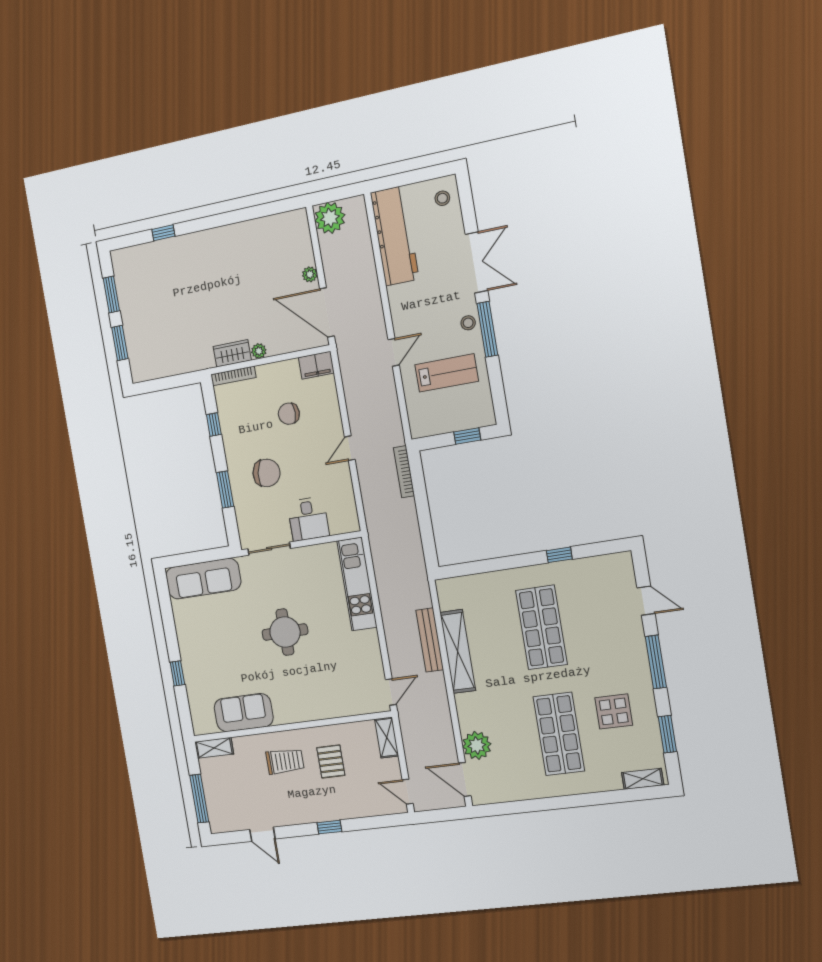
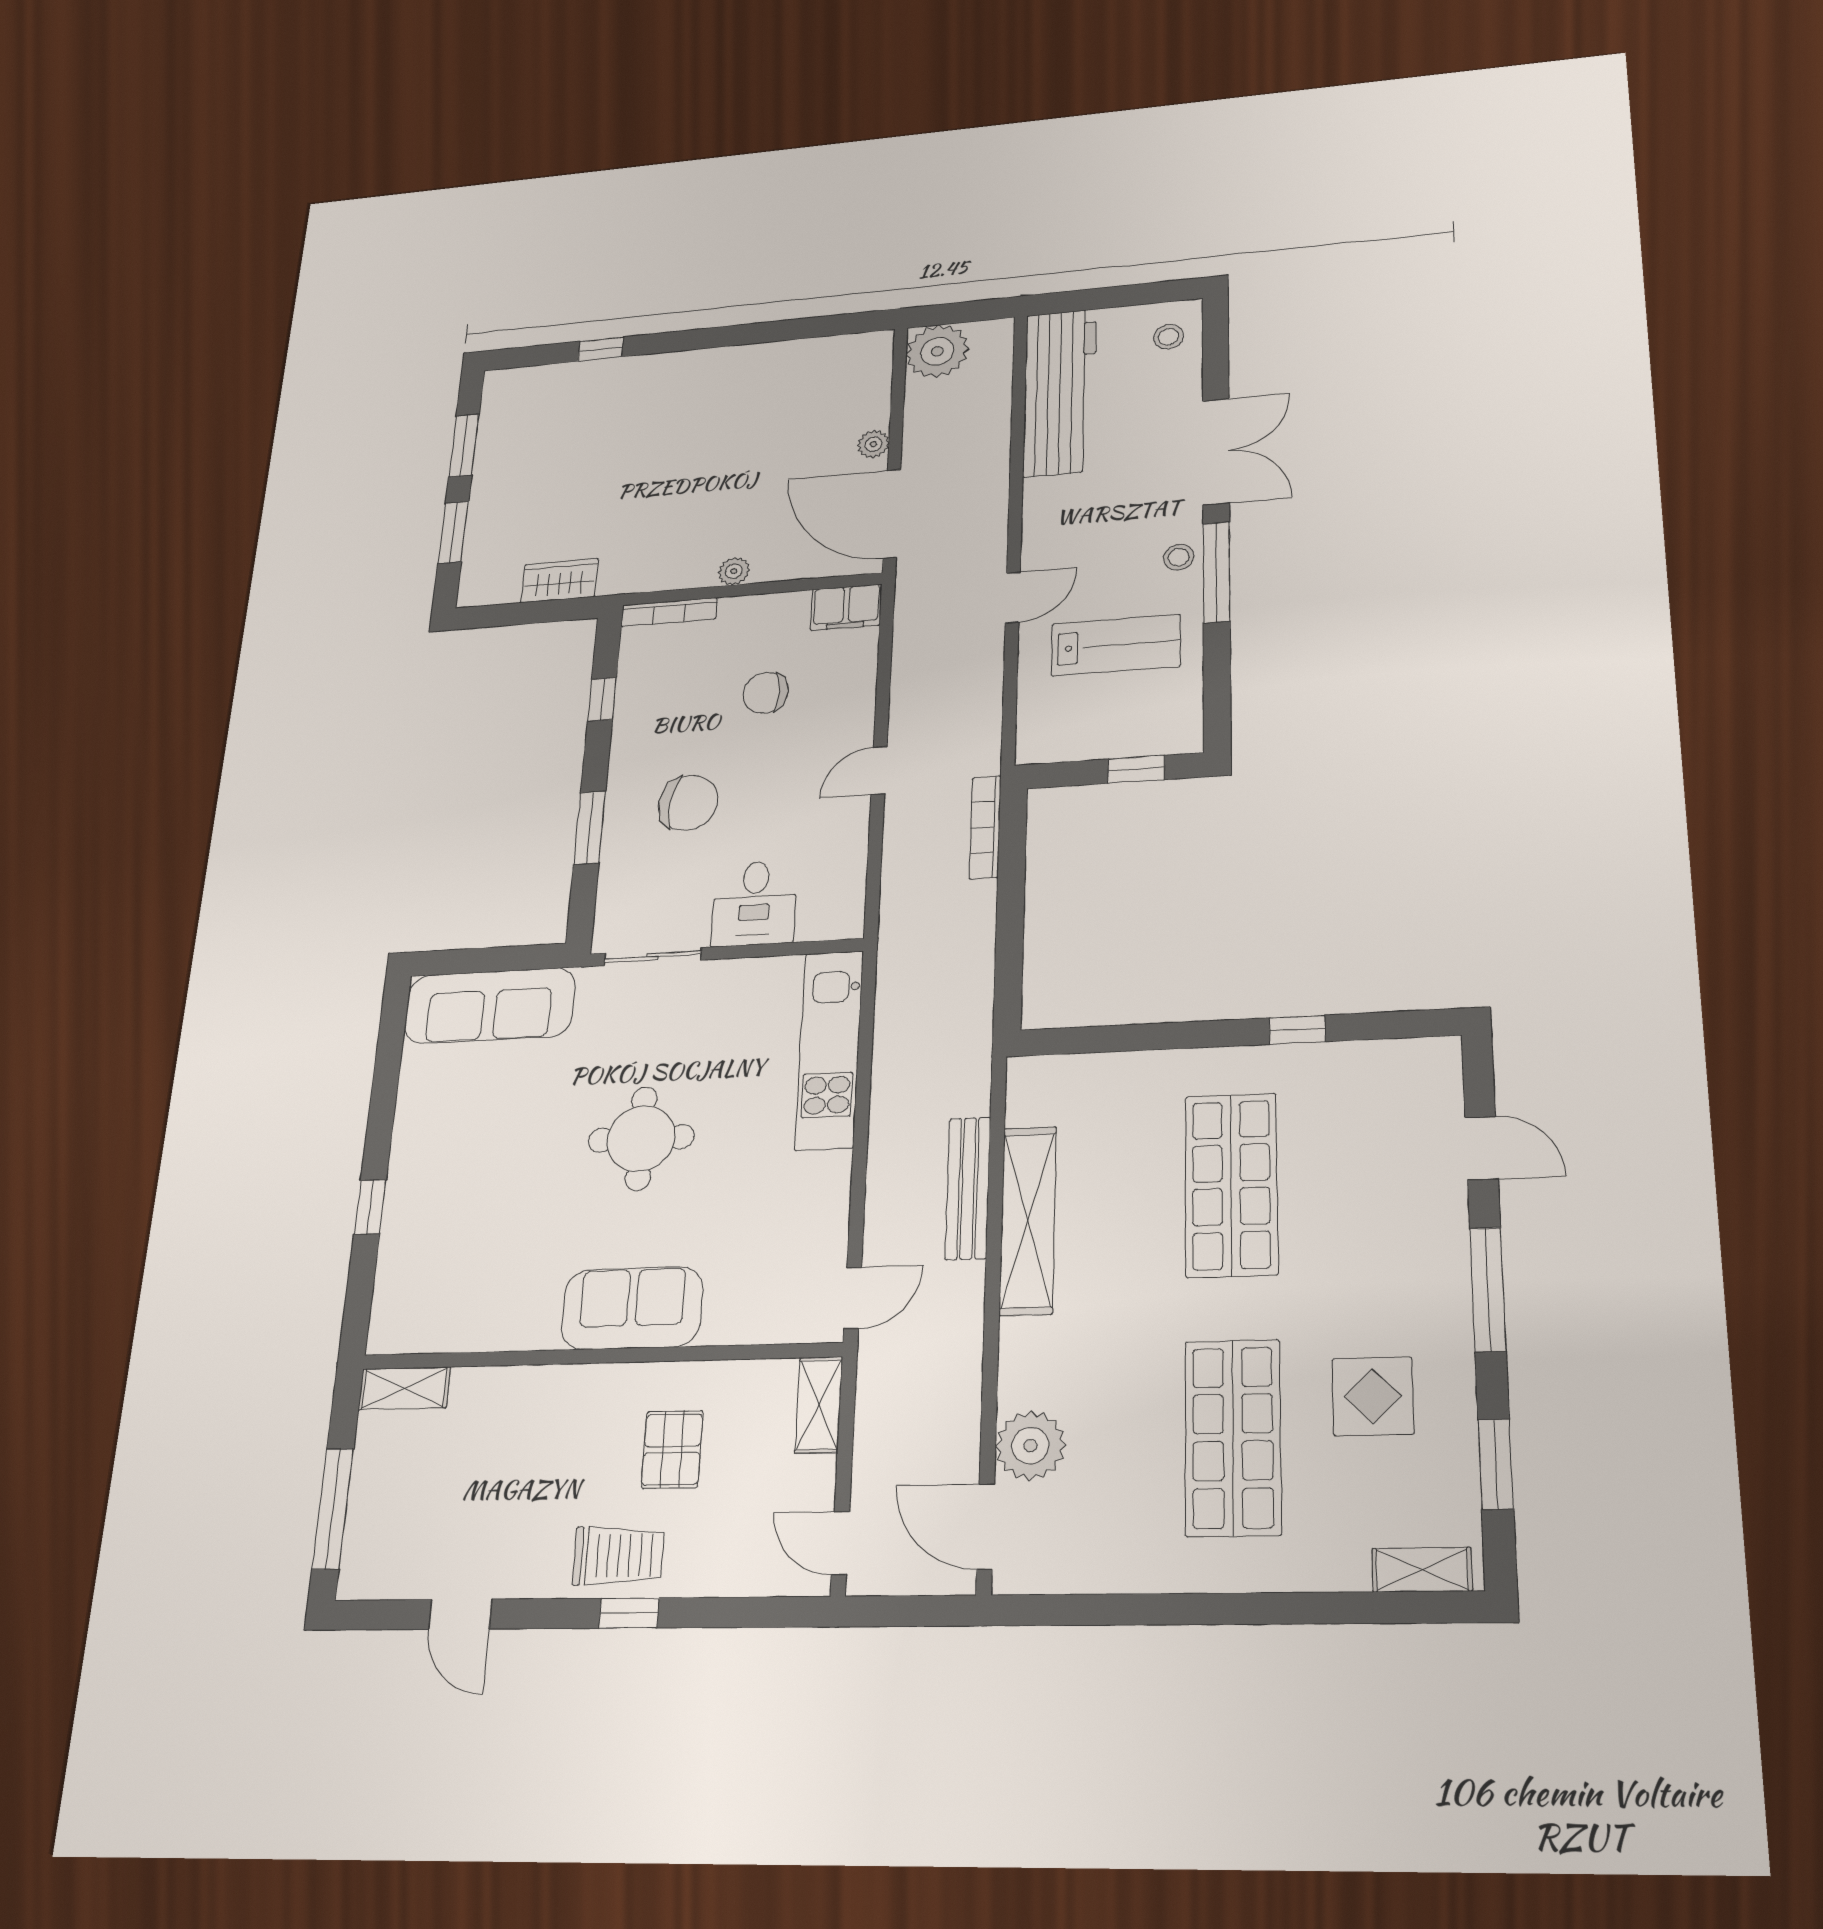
wardrobe: (232, 353) -> (560, 581), moved
sofa: (244, 713) -> (632, 1308), moved
trolley: (285, 761) -> (618, 1555), moved

